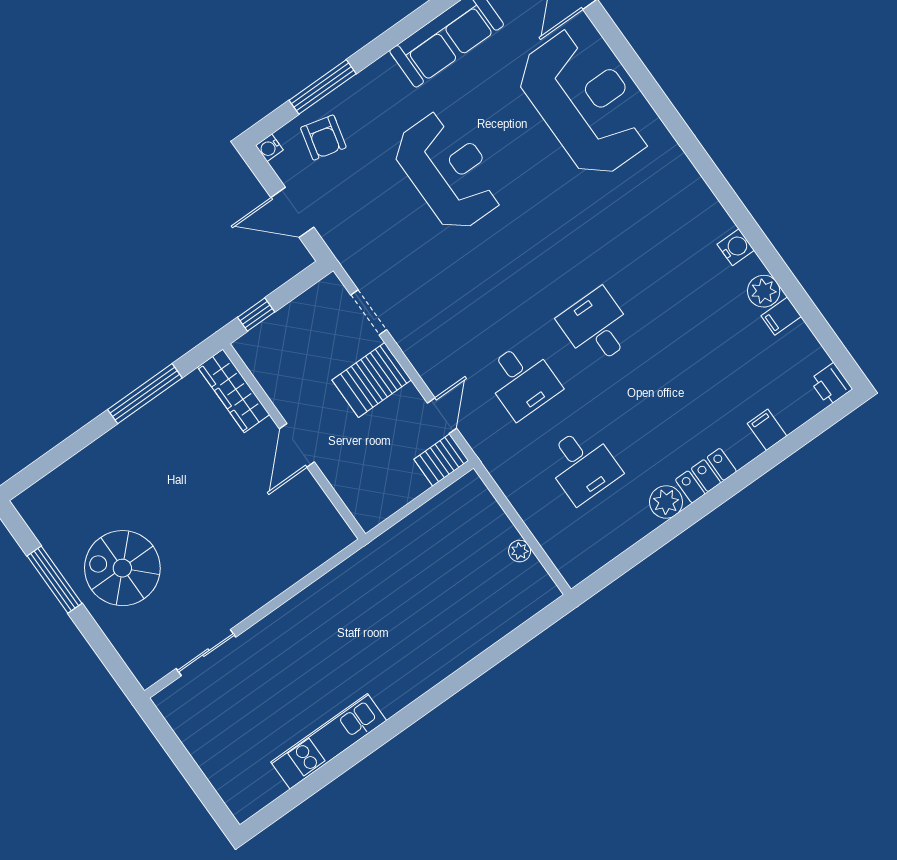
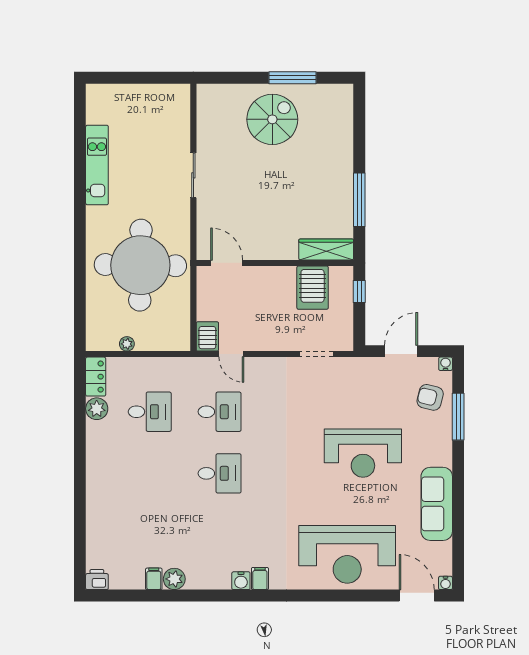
water cooler: (736, 247) -> (241, 581), moved
server rack: (372, 380) -> (313, 288), moved, turned 180
desk: (522, 380) -> (220, 412), turned 180
filing cabinet: (767, 430) -> (260, 579), moved, turned -90
door: (297, 445) -> (227, 263), moved
desk: (582, 465) -> (150, 412), turned 180
locker: (706, 476) -> (96, 377), moved
plant: (666, 502) -> (97, 409), moved
round table: (413, 602) -> (140, 265), added
sliding door: (206, 653) -> (193, 175), moved

